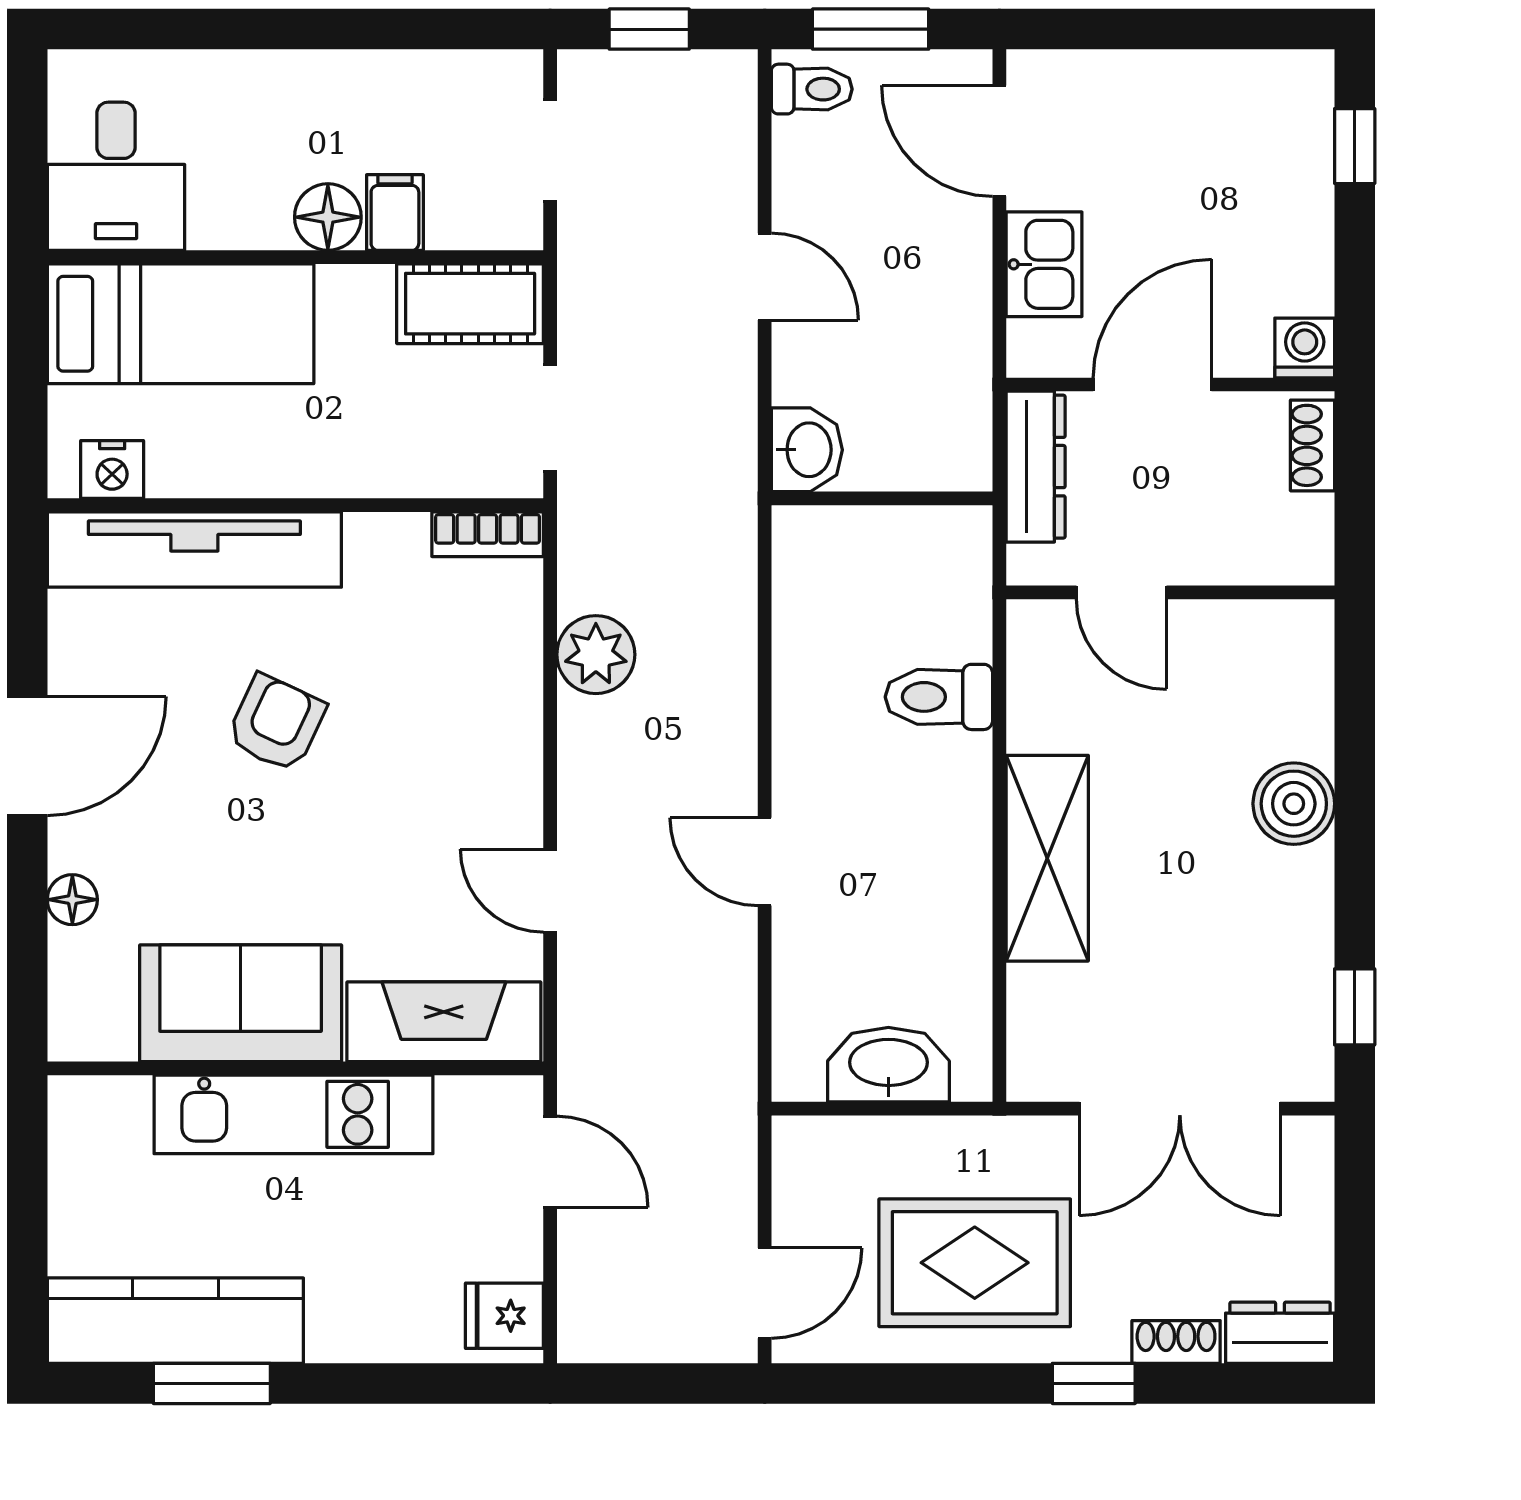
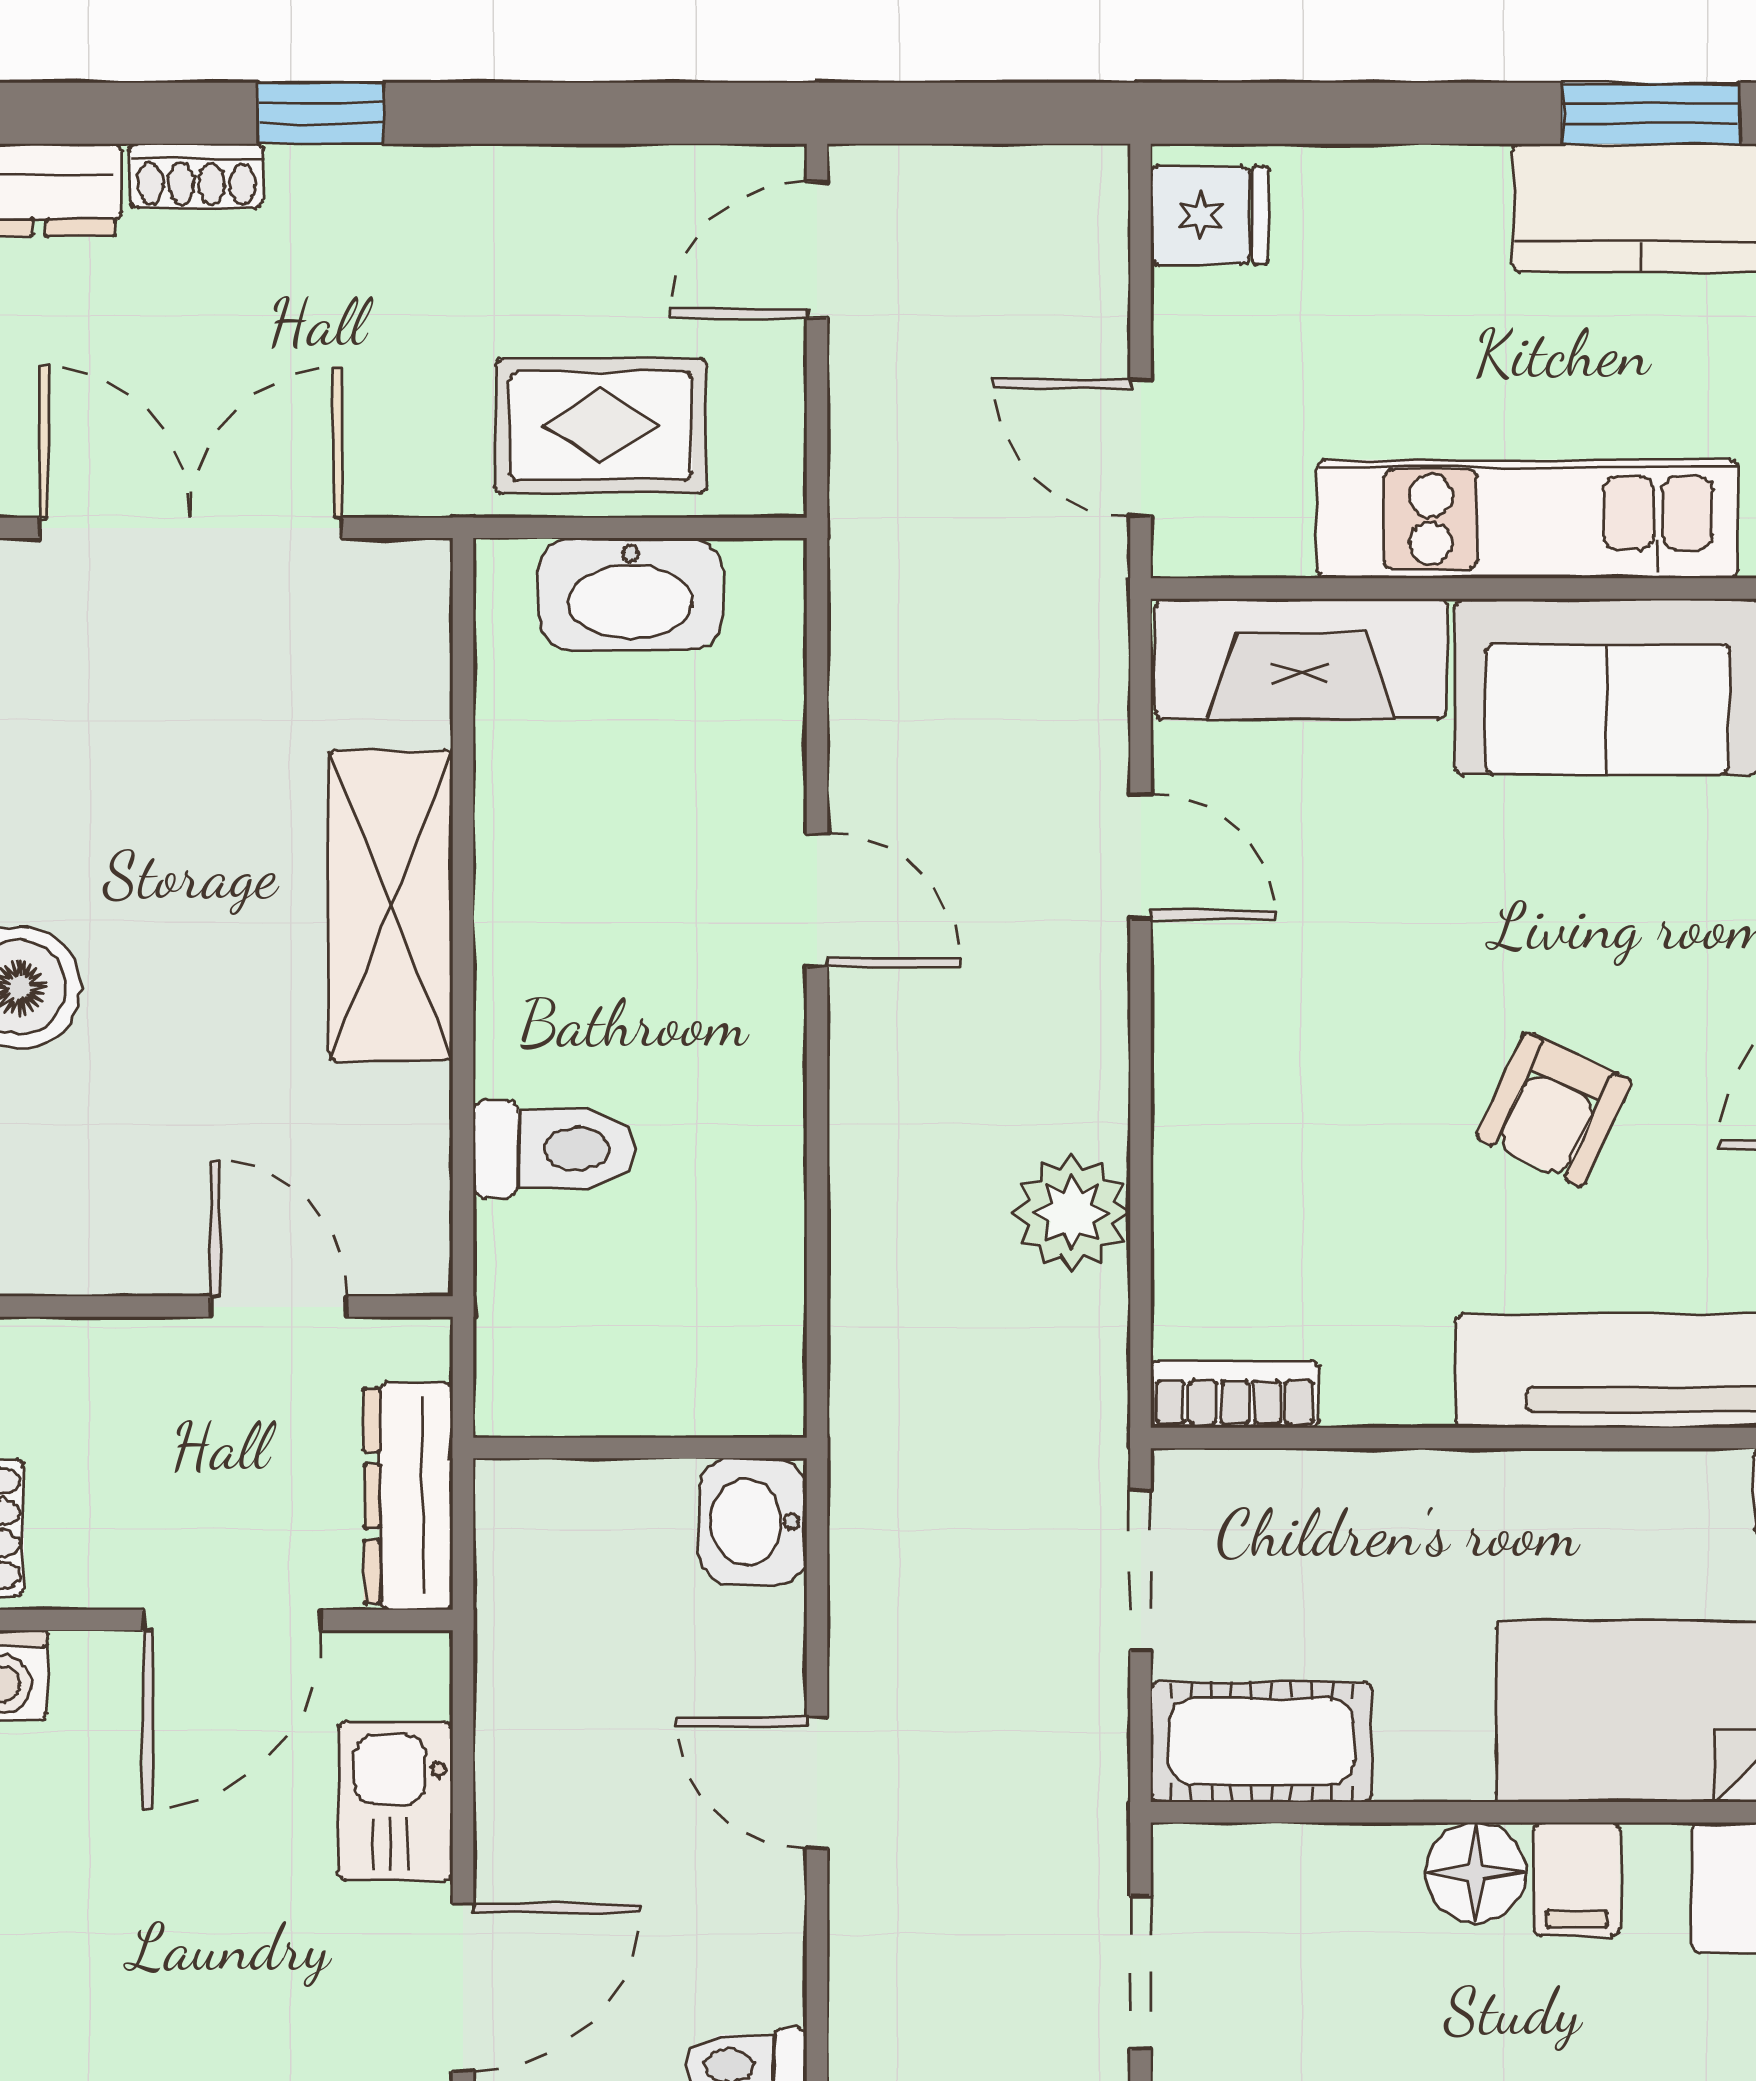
door: (999, 141) -> (463, 1987), hinge flipped
filing cabinet: (395, 213) -> (1577, 1879), moved
rug: (975, 1263) -> (601, 426), moved, width x0.73, depth x0.70

